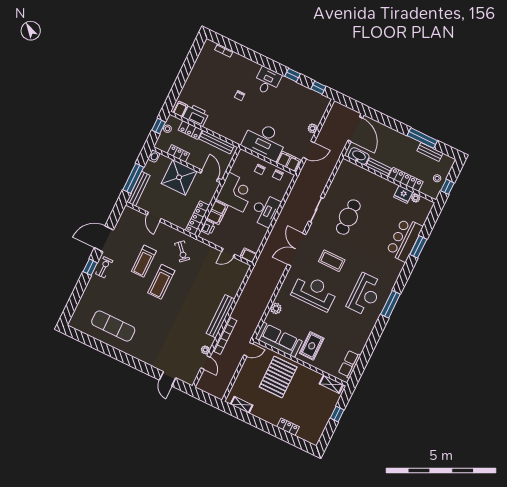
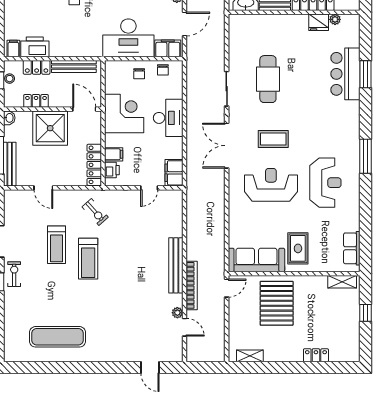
filing cabinet: (217, 213) -> (114, 154), width x0.50
filing cabinet: (248, 255) -> (174, 173), width x2.00
reception desk: (365, 294) -> (325, 183), moved
plant: (276, 308) -> (236, 225), removed

